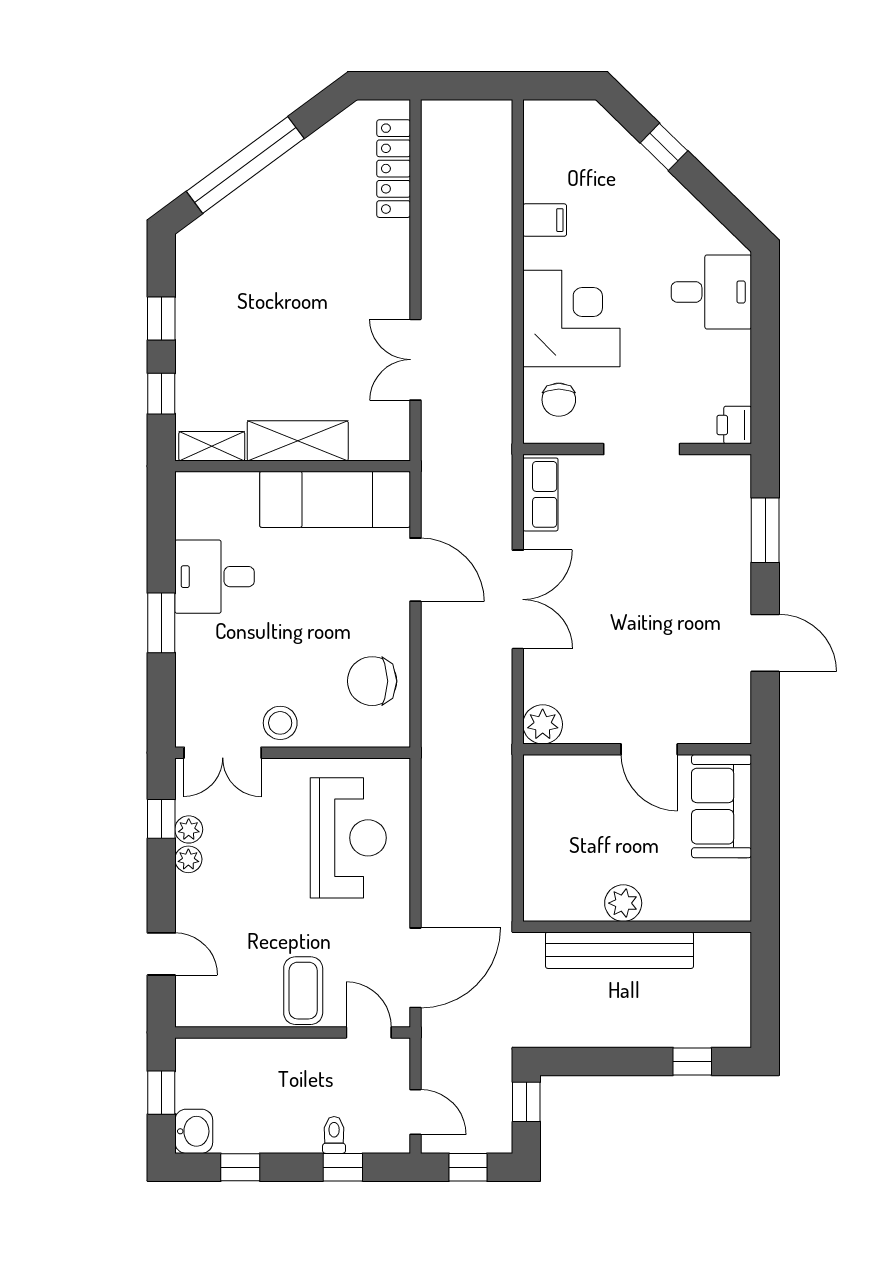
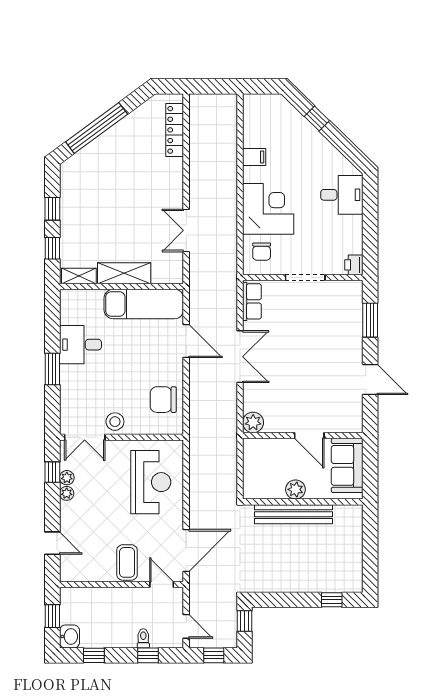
plant: (623, 903) -> (295, 489), moved
wall: (637, 927) -> (303, 502), moved
bench: (619, 950) -> (293, 514), moved

